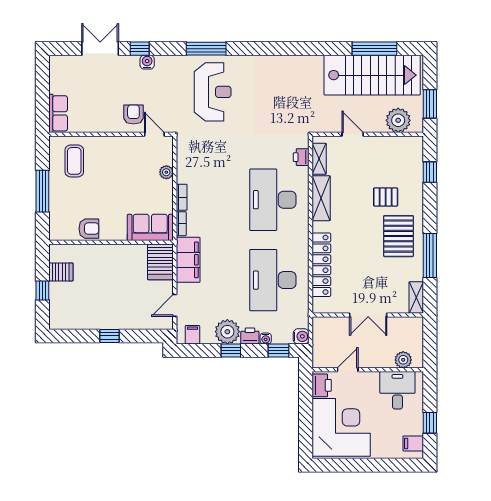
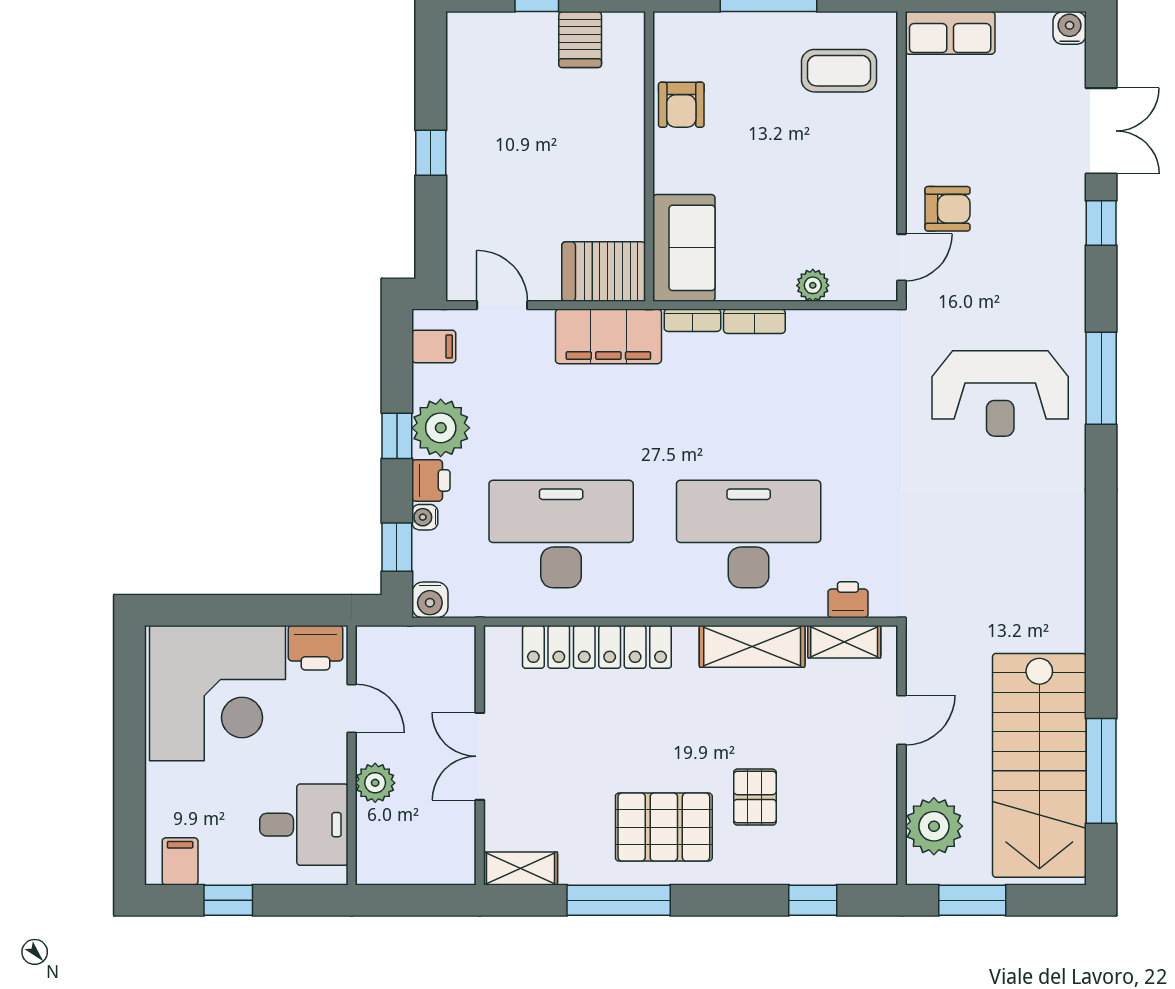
water cooler: (147, 62) -> (1070, 28), moved, turned -90
plant: (403, 360) -> (375, 783), moved

